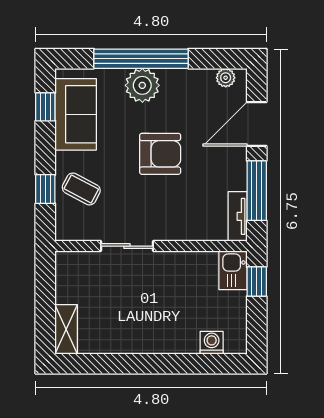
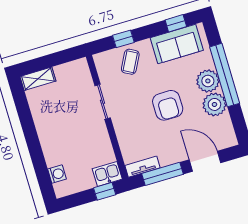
plant: (226, 78) -> (214, 104), moved, width x1.87, depth x1.87

